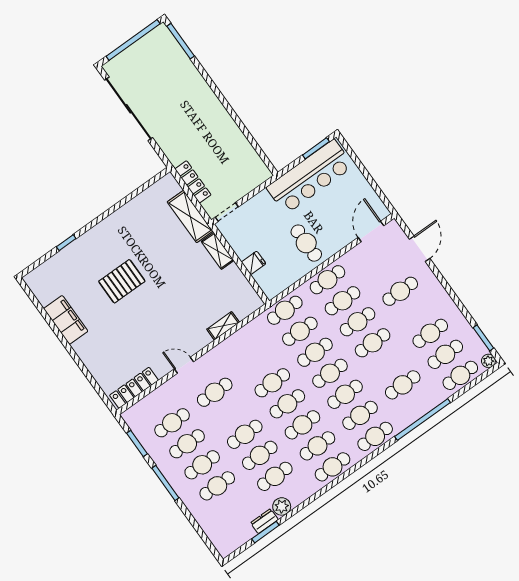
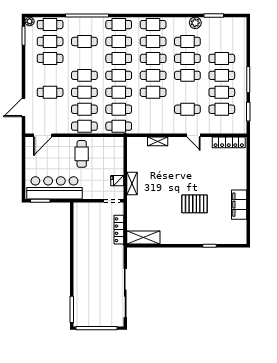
shelving: (190, 216) -> (143, 237), moved, turned 90
fridge: (254, 263) -> (117, 181), moved
dresser: (264, 521) -> (210, 22), removed

